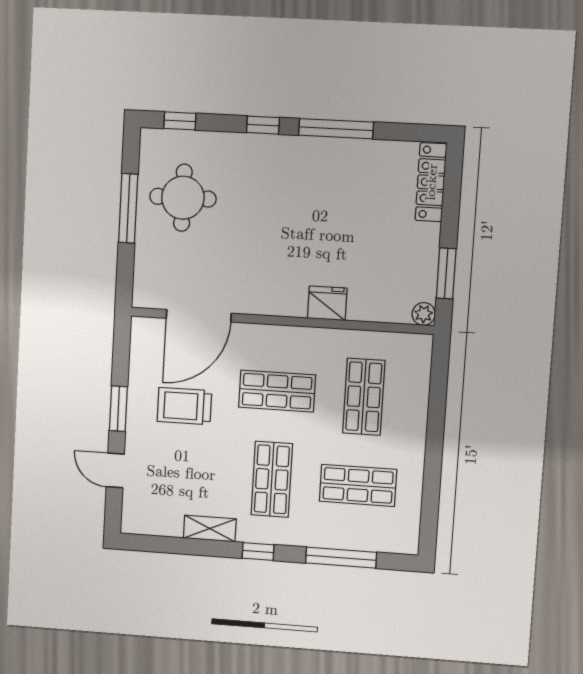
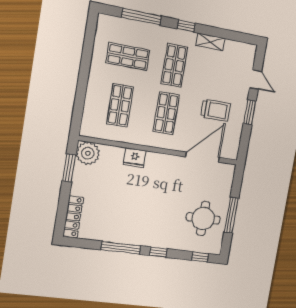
plant: (424, 314) -> (88, 153), width x1.88, depth x1.88
shop shelf: (277, 391) -> (166, 113), turned 90

